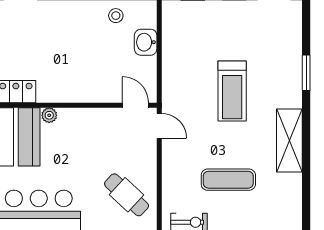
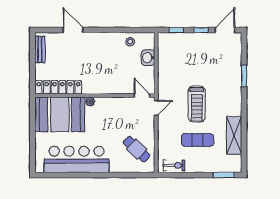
treadmill: (232, 91) -> (197, 104), moved
door: (159, 126) -> (156, 108), hinge flipped
shelving: (289, 141) -> (234, 135), moved

